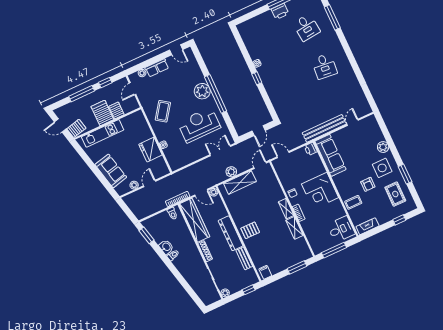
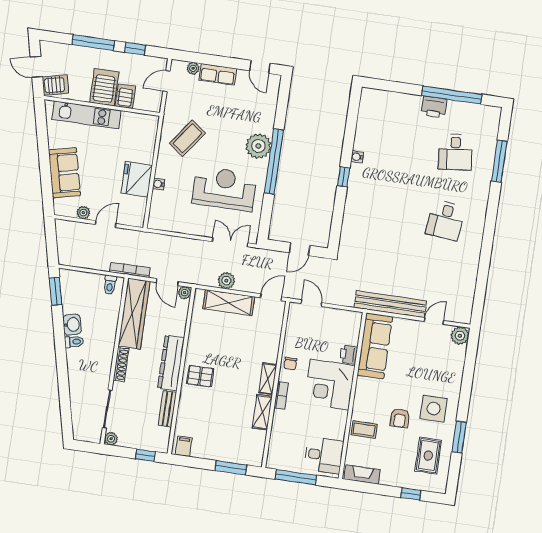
plant: (383, 147) -> (460, 336), moved
printer: (311, 149) -> (349, 354), moved

